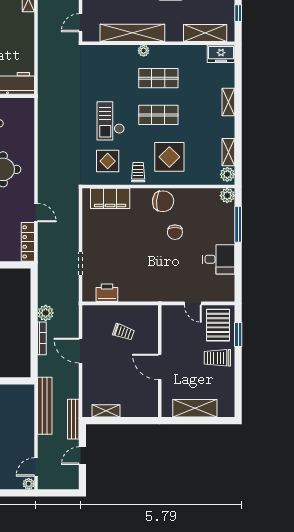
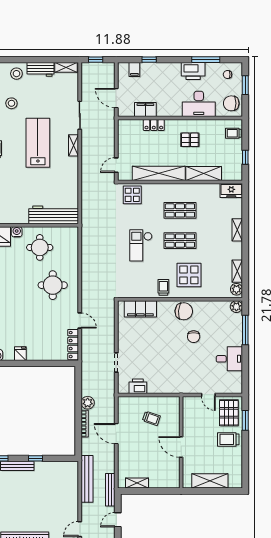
shelving: (205, 33) -> (204, 173), moved
plant: (144, 51) -> (168, 188), removed
display table: (108, 161) -> (132, 195), moved

